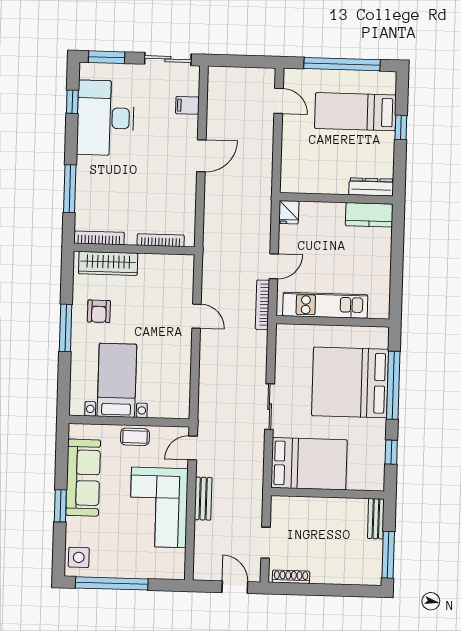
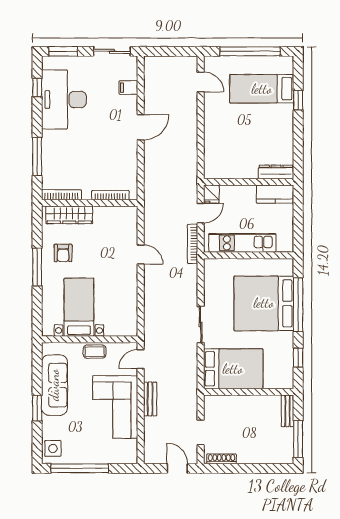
dresser: (371, 187) -> (276, 172), moved
wall: (336, 198) -> (249, 182), moved
fridge: (289, 212) -> (211, 194), moved
kitchen counter: (369, 215) -> (275, 194), moved

